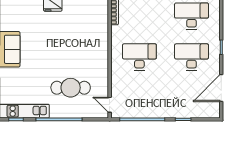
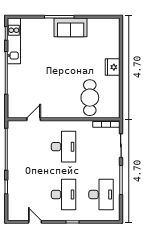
cafe table: (71, 88) -> (90, 98), moved
door: (221, 88) -> (35, 222), width x0.53
door: (110, 105) -> (34, 119), moved

